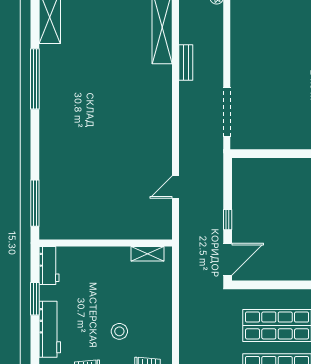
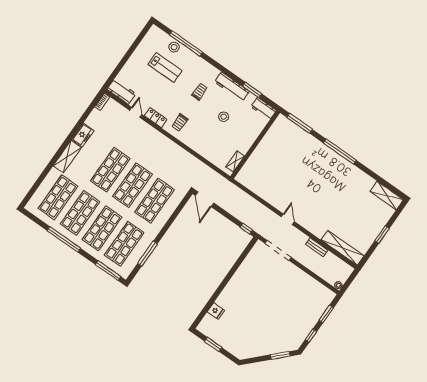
window: (35, 79) -> (340, 152), moved
door: (176, 187) -> (288, 219), moved
window: (228, 220) -> (246, 229), moved
stool: (119, 331) -> (224, 117), moved

